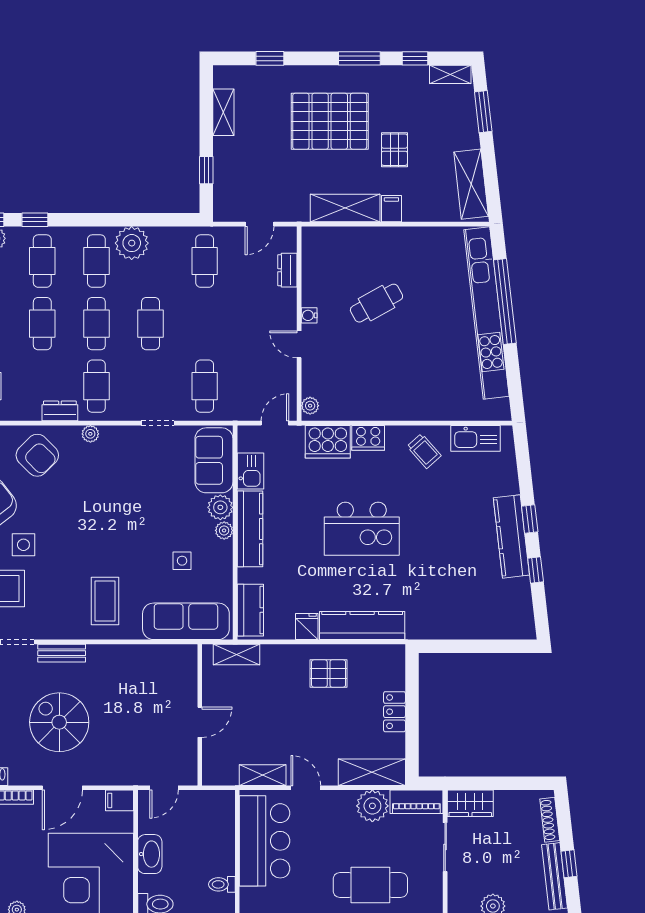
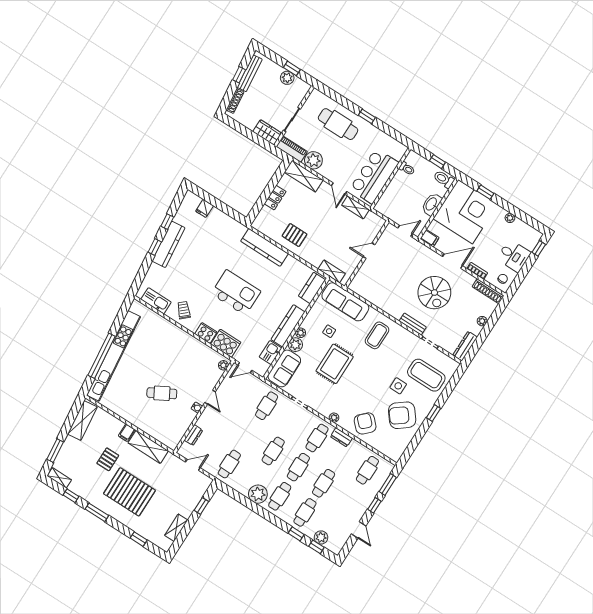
rug: (142, 516) -> (335, 364), added
fridge: (307, 626) -> (205, 208), moved

